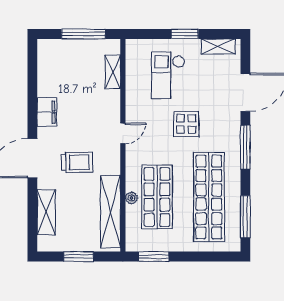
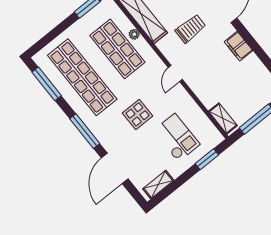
window: (185, 34) -> (207, 159), moved
shelving: (113, 72) -> (223, 118), moved
trolley: (77, 162) -> (191, 29), turned 180

